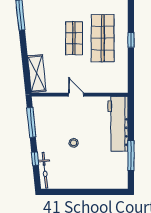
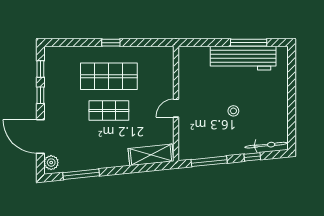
workbench: (118, 124) -> (243, 58), moved

